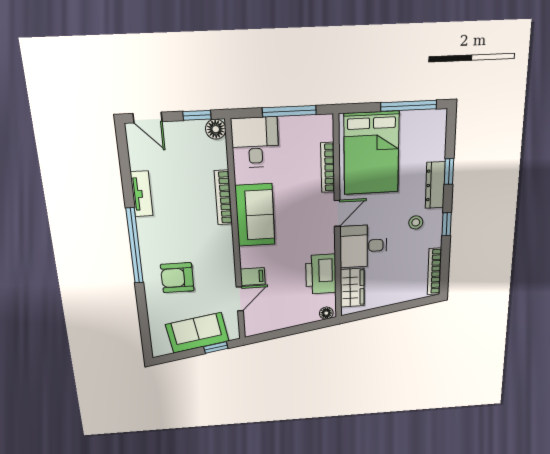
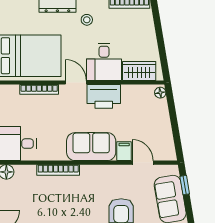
sofa: (255, 215) -> (91, 147), moved
printer: (321, 274) -> (104, 96), moved

